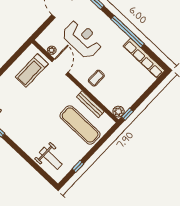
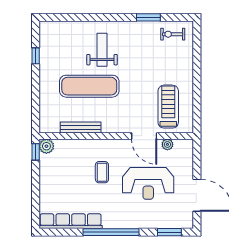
coffee table: (96, 78) -> (102, 172), moved
exercise mat: (80, 125) -> (89, 86), moved
weight bench: (51, 158) -> (102, 50), moved, turned 90

